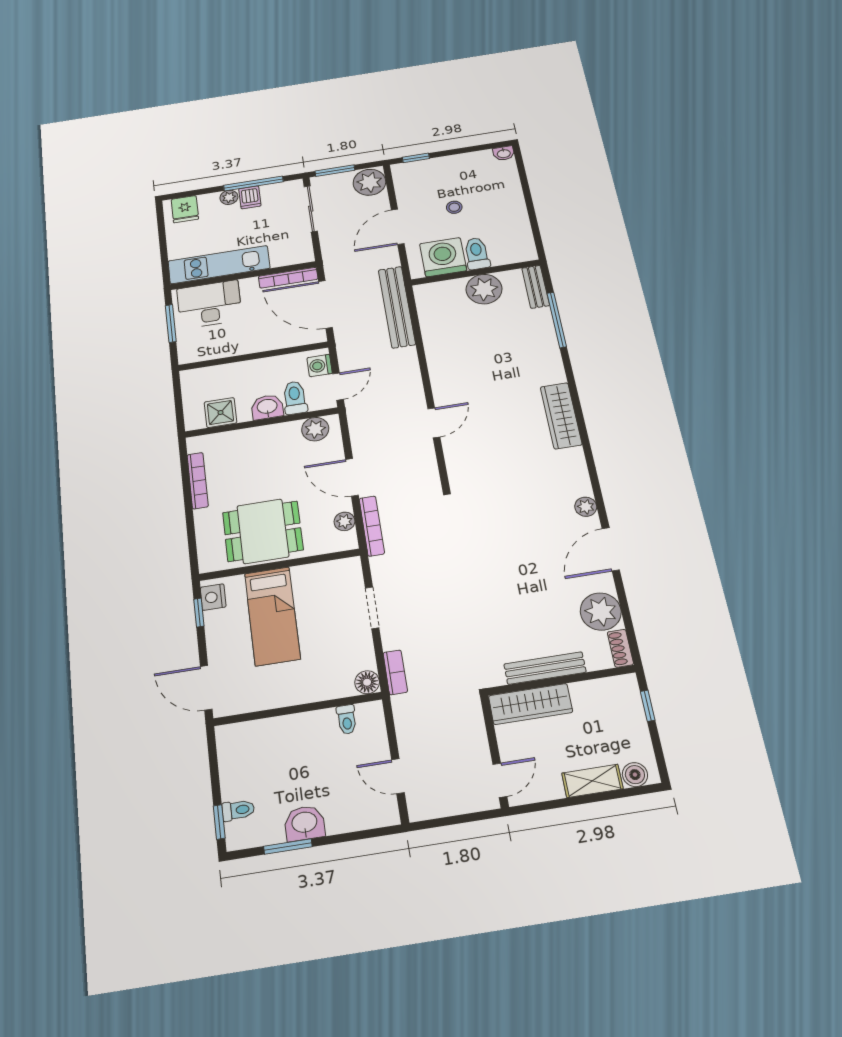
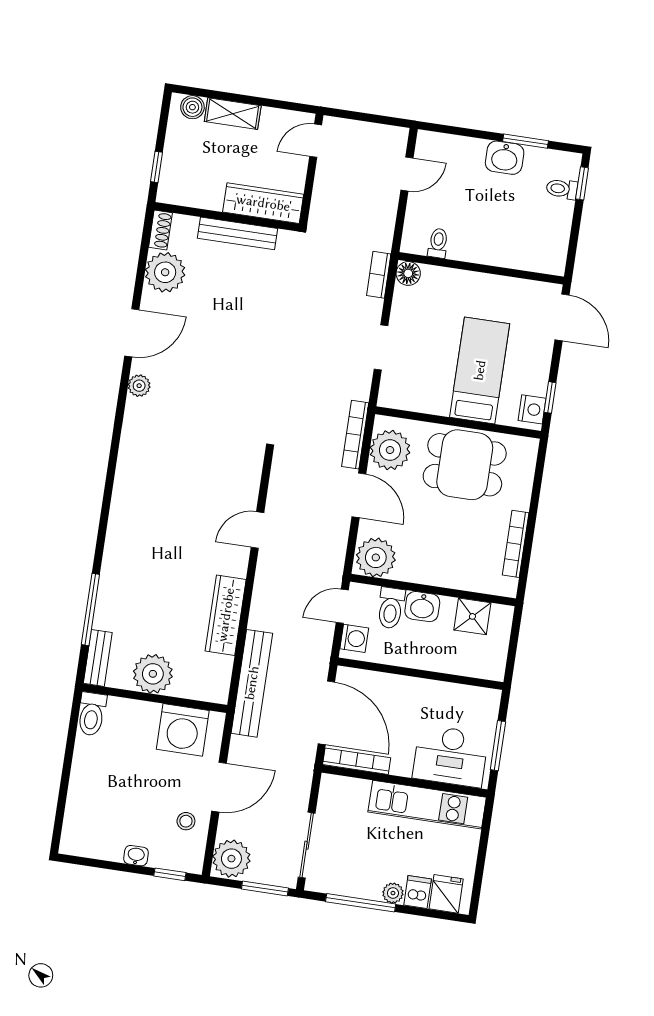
washbasin: (504, 153) -> (136, 856), moved
dishwasher: (250, 197) -> (418, 892), moved
stool: (454, 207) -> (186, 821), moved
toilet: (477, 254) -> (92, 714), moved
wardrobe: (561, 416) -> (226, 615), moved, turned 180
plant: (315, 429) -> (376, 557), width x1.36, depth x1.36
plant: (344, 521) -> (390, 450), width x1.87, depth x1.87
door: (398, 776) -> (407, 174), hinge flipped

